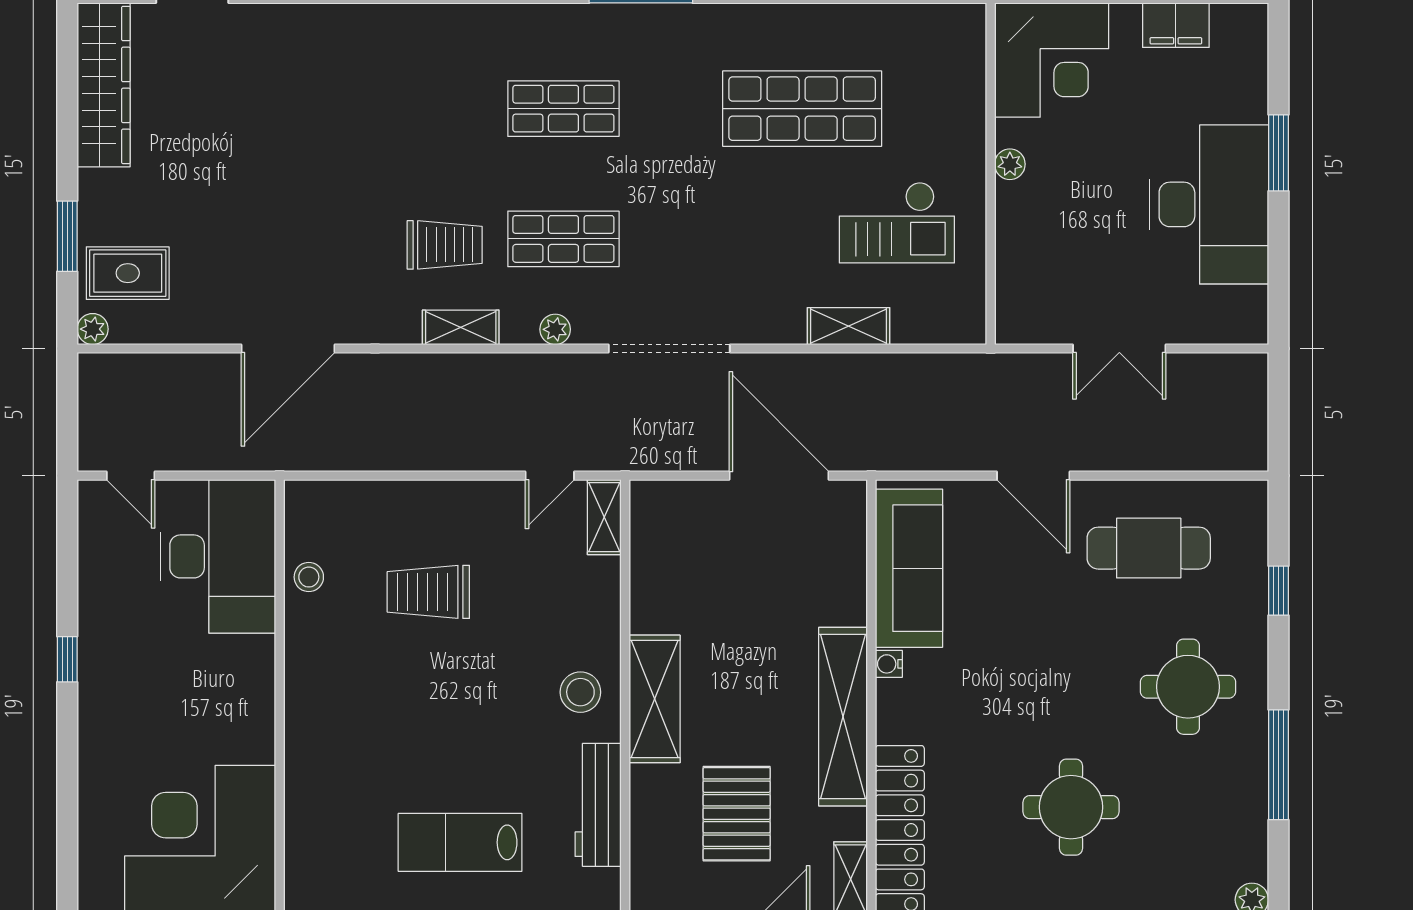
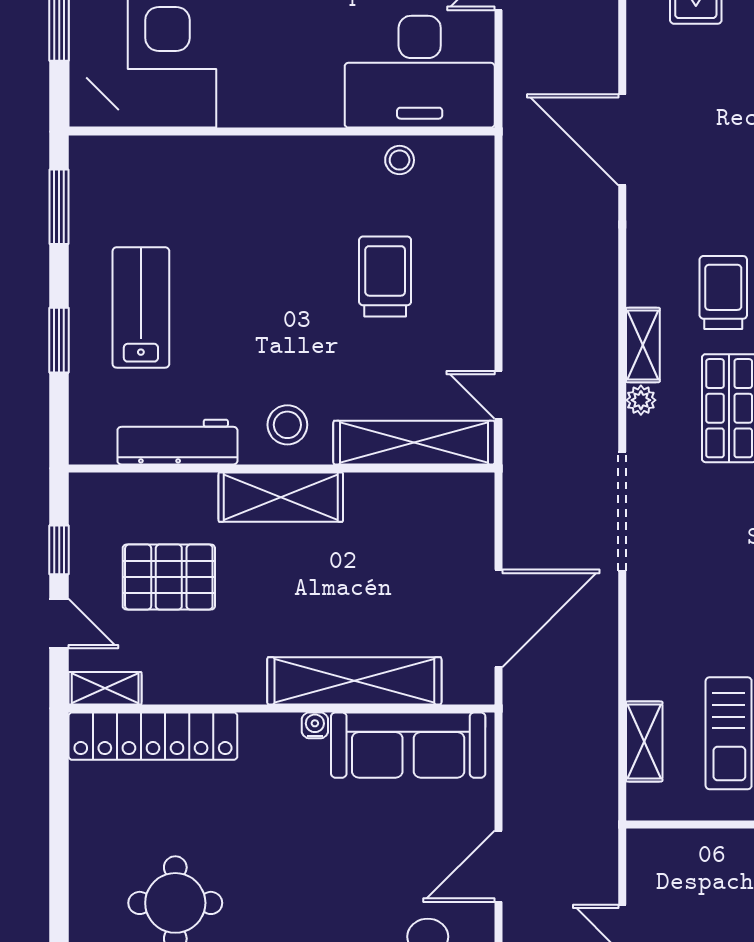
trolley: (445, 245) -> (723, 292), turned 180
shelving: (849, 326) -> (644, 741), moved
shelving: (461, 327) -> (643, 345), moved
shelving: (604, 517) -> (414, 443), width x2.20, depth x1.33
shelving: (843, 717) -> (354, 681), moved

